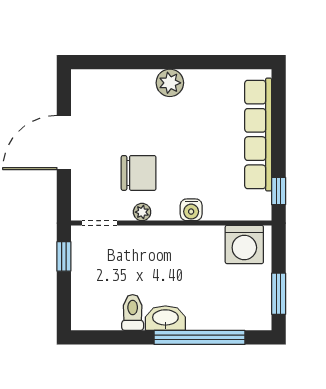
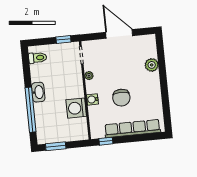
plant: (170, 83) -> (152, 65), moved
chair: (139, 173) -> (121, 98), moved
washing machine: (244, 244) -> (76, 108), moved
toilet: (133, 312) -> (38, 58), moved

